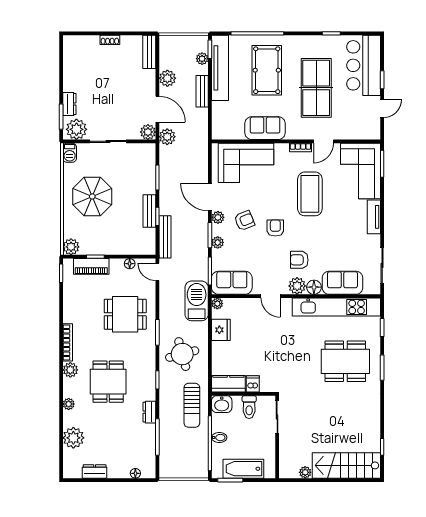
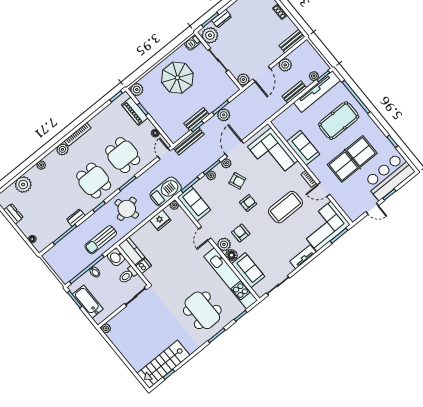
plant: (167, 137) -> (224, 115), moved
dining table: (108, 382) -> (94, 181), moved, turned 90
stairs: (346, 465) -> (163, 364), moved, turned -90
plant: (305, 472) -> (106, 328), moved

